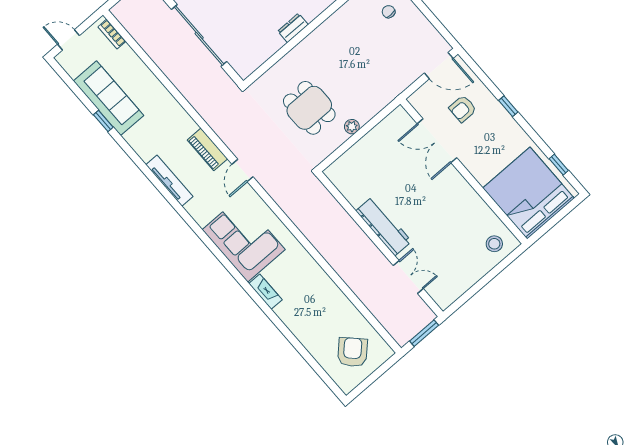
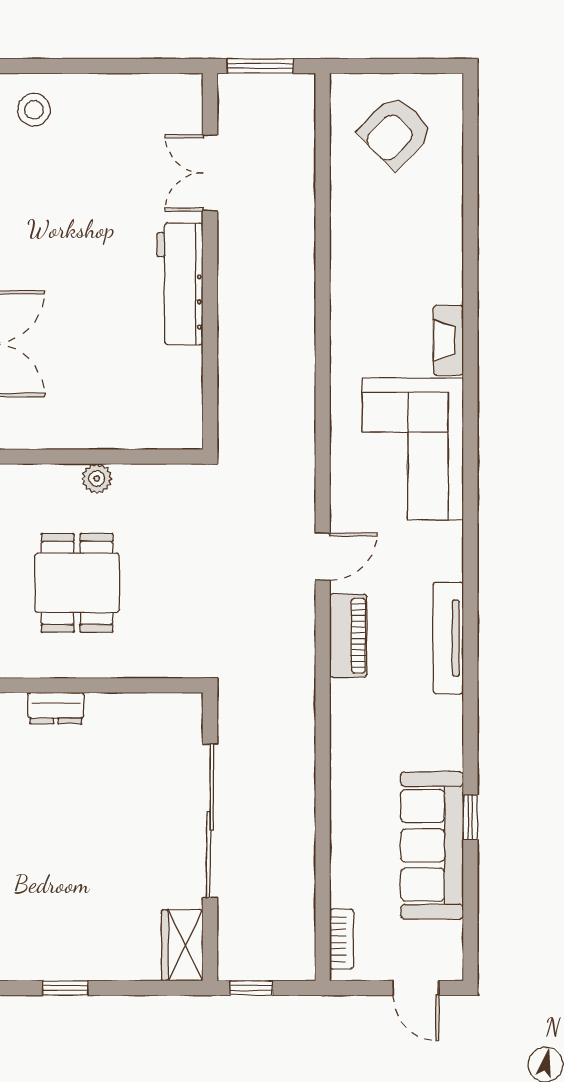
dining table: (309, 108) -> (77, 583), moved

